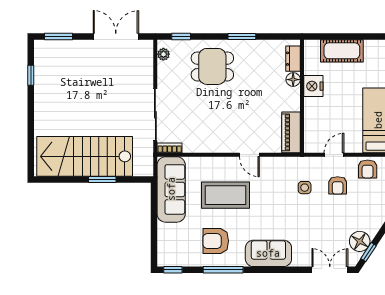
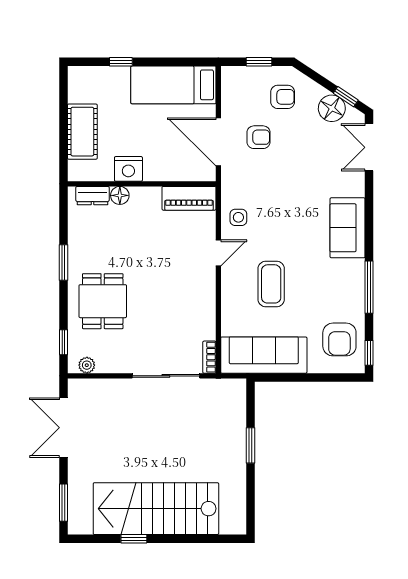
window: (31, 75) -> (134, 539), moved
door: (334, 155) -> (218, 142), width x1.88
stairs: (85, 156) -> (156, 509), moved, turned 90
armchair: (368, 169) -> (283, 97), moved
side table: (305, 188) -> (238, 217), moved
coffee table: (225, 195) -> (271, 284), width x0.73, depth x0.76
armchair: (216, 241) -> (339, 339), moved

